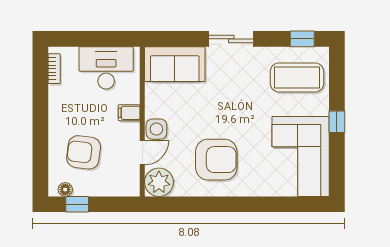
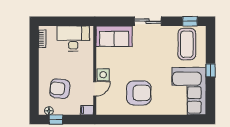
coffee table: (297, 77) -> (187, 44), turned 90
filing cabinet: (129, 113) -> (87, 110), moved
plant: (159, 182) -> (105, 106), removed

